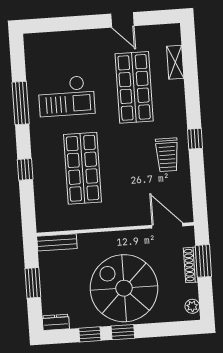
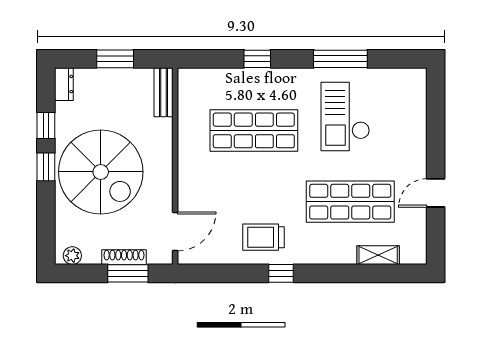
spiral stairs: (124, 288) -> (101, 172), turned 90

